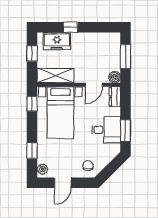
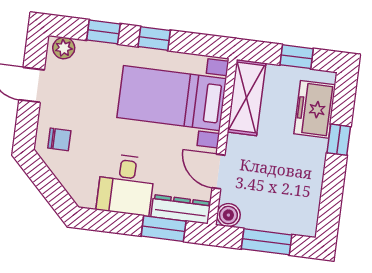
dresser: (115, 97) -> (181, 209), width x1.44
window: (32, 104) -> (154, 38), moved
window: (126, 131) -> (164, 229), moved

